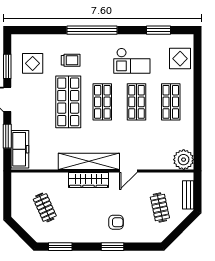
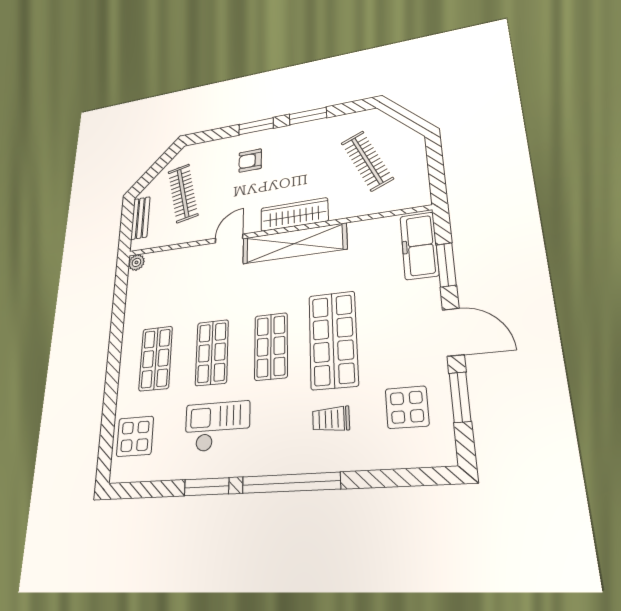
window: (159, 30) -> (207, 487), moved
plant: (184, 160) -> (136, 262), width x0.53, depth x0.53
clothes rail: (45, 207) -> (367, 161), width x1.36
clothes rail: (160, 207) -> (183, 193), width x1.36
window: (60, 247) -> (308, 116), moved

